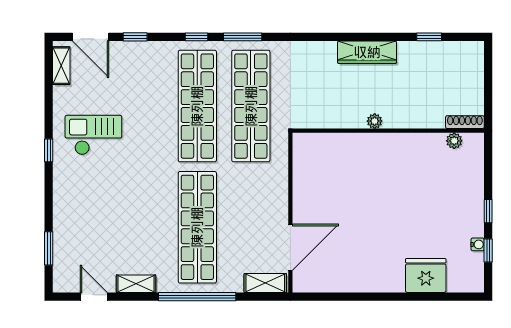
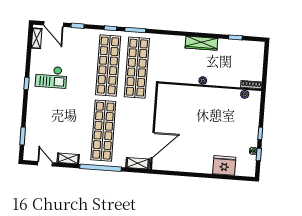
checkout: (93, 135) -> (51, 77), turned 180

